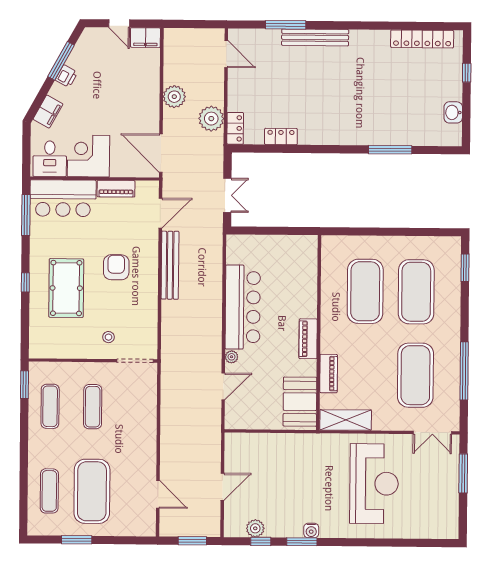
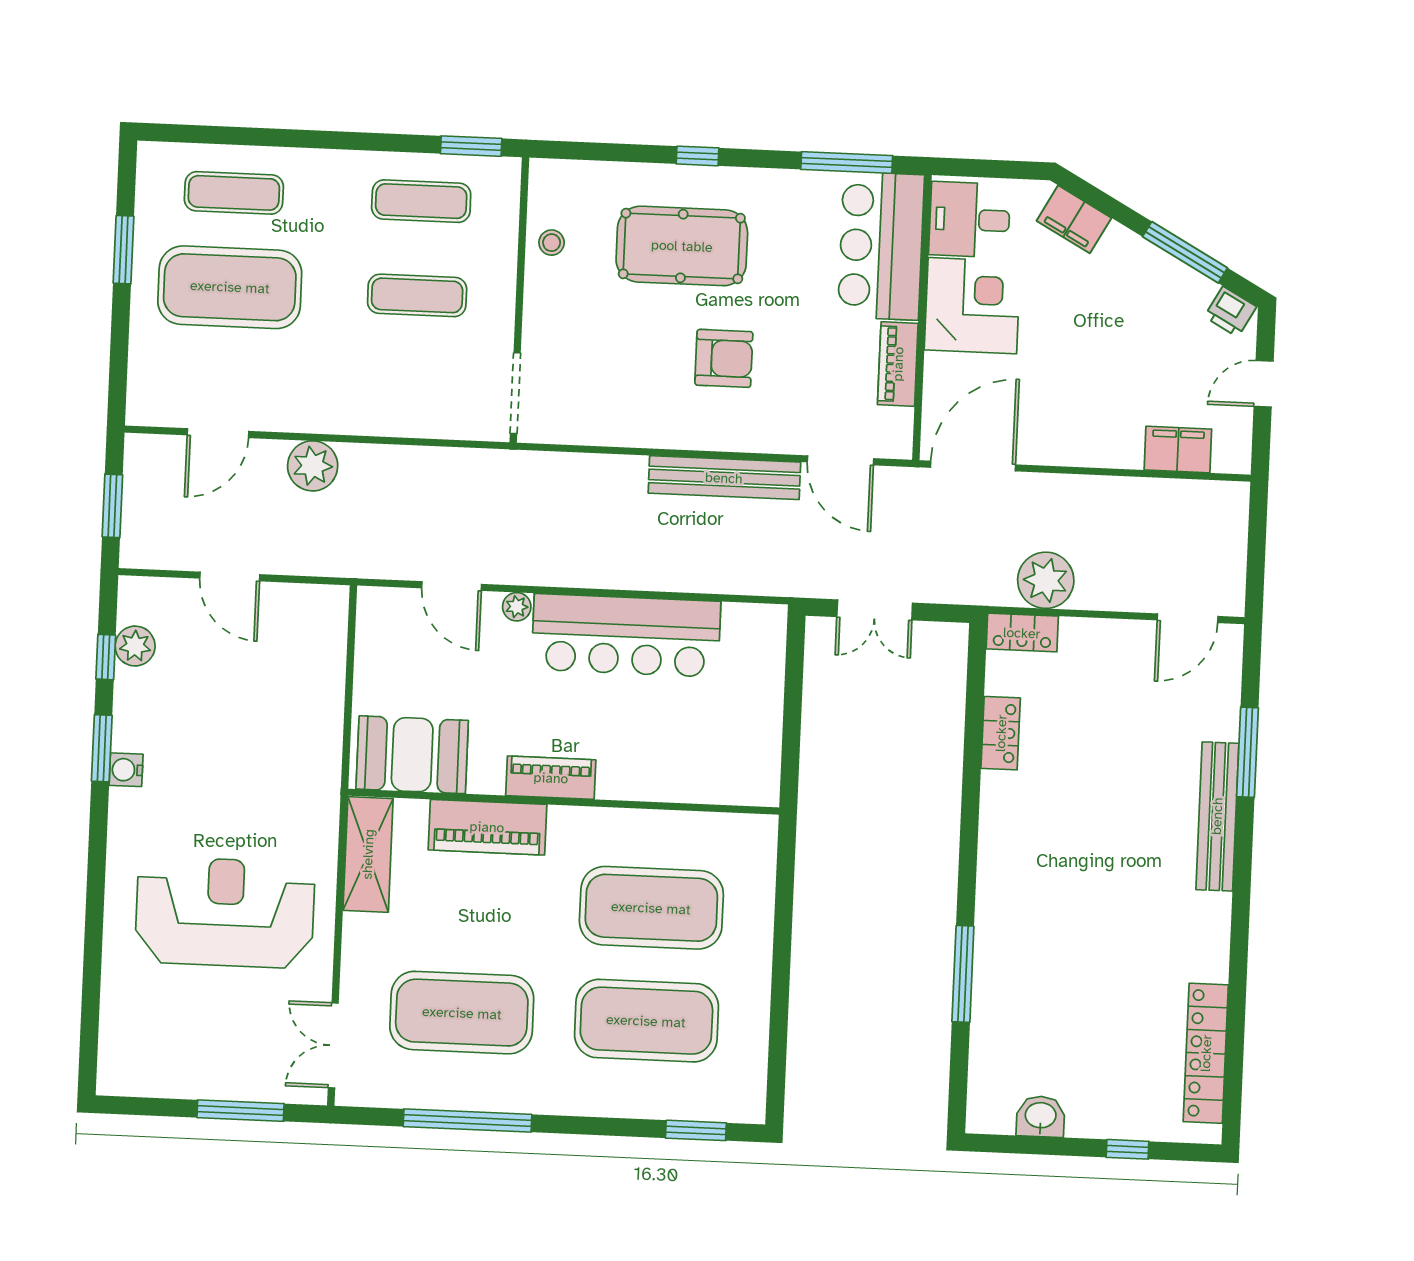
filing cabinet: (145, 38) -> (1178, 450), moved, turned 90
printer: (66, 76) -> (1230, 312), moved
plant: (174, 97) -> (313, 466), moved
stool: (108, 337) -> (552, 243), moved
piano: (329, 374) -> (487, 827), width x1.37, depth x1.33
reception desk: (374, 484) -> (225, 912), turned 180

